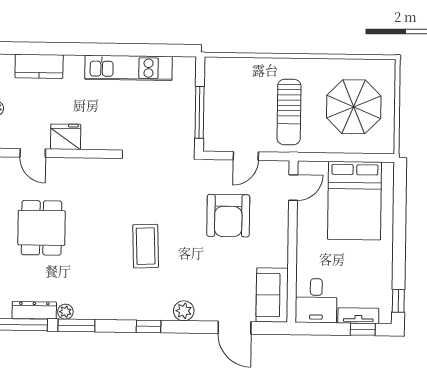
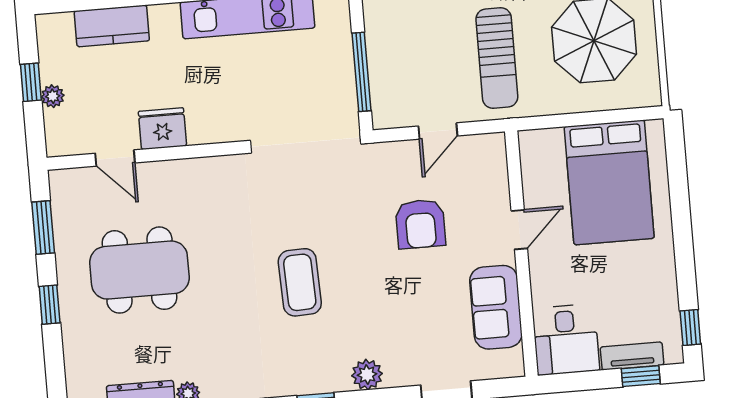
door: (293, 188) -> (519, 230), moved
armchair: (228, 216) -> (420, 224), width x0.73, depth x0.73
dining table: (41, 228) -> (139, 270), width x1.38
sofa: (272, 295) -> (496, 307), moved

